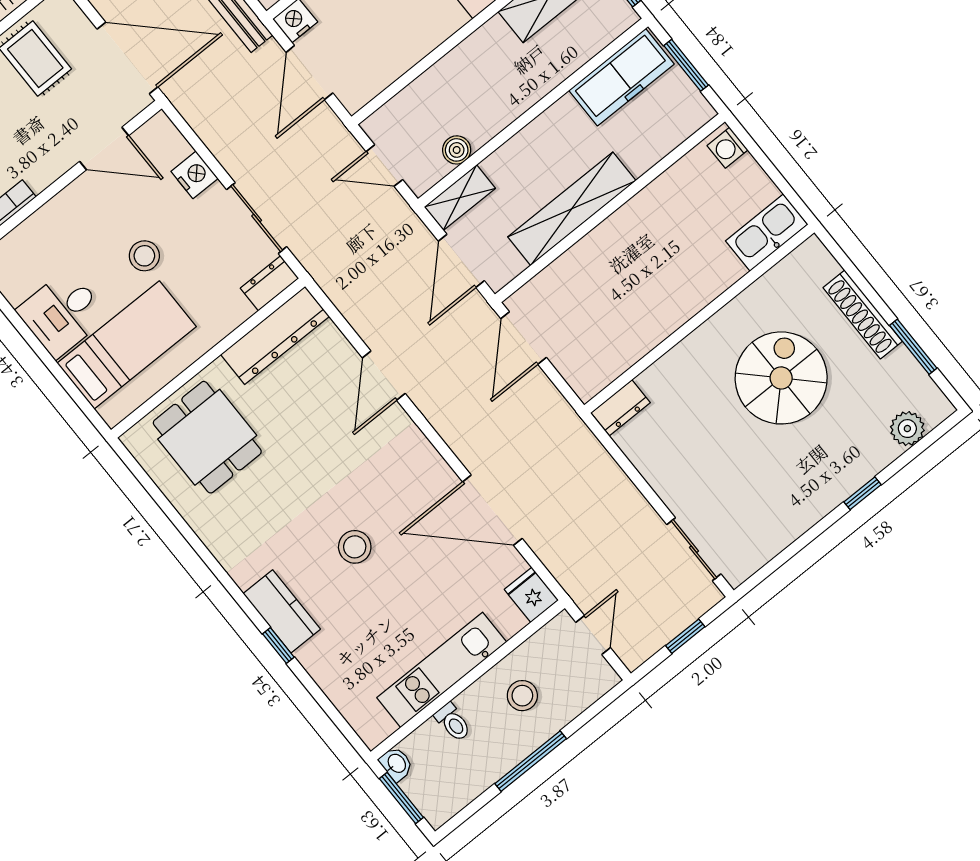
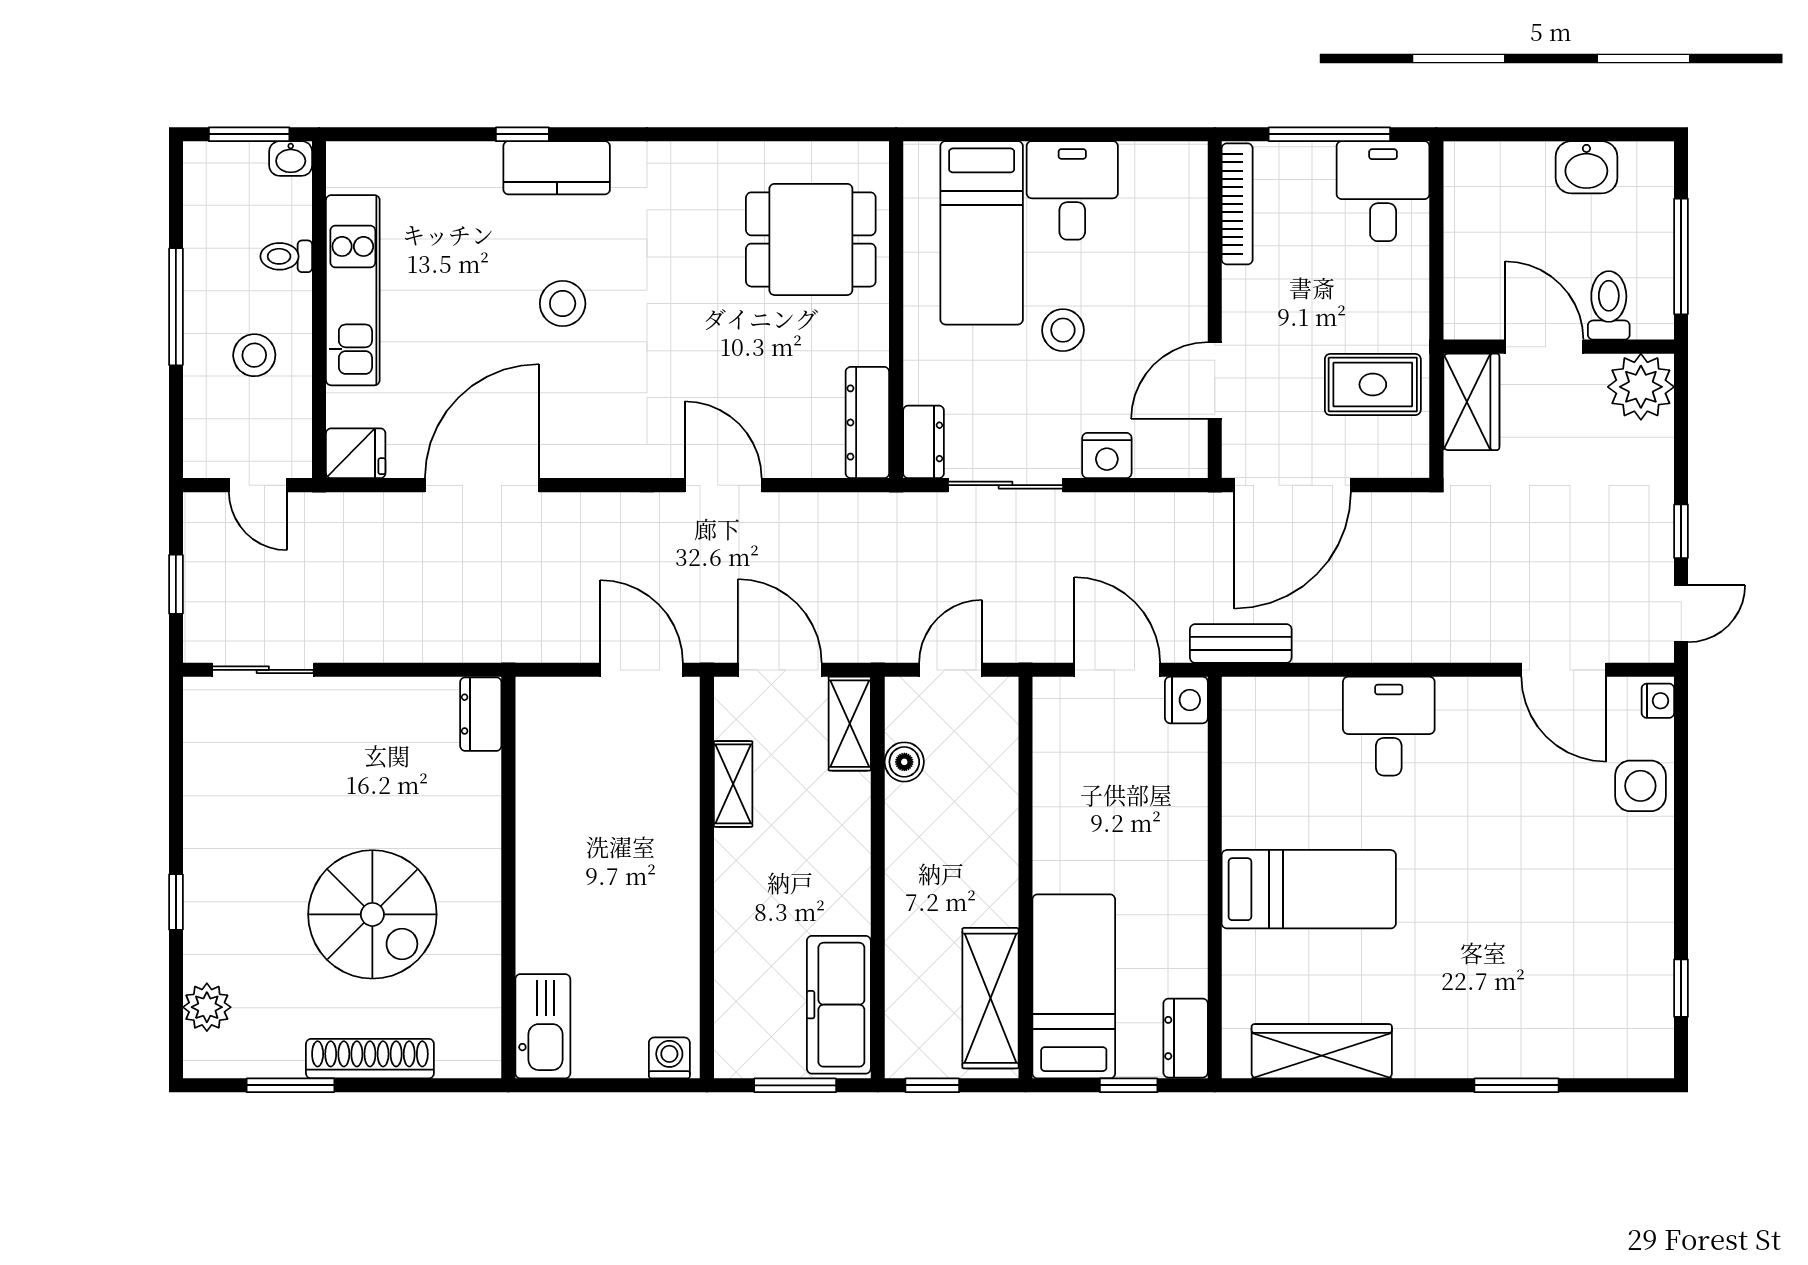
shelving: (572, 209) -> (733, 784), width x0.45, depth x0.75
dresser: (275, 335) -> (867, 423), width x0.73, depth x0.80

